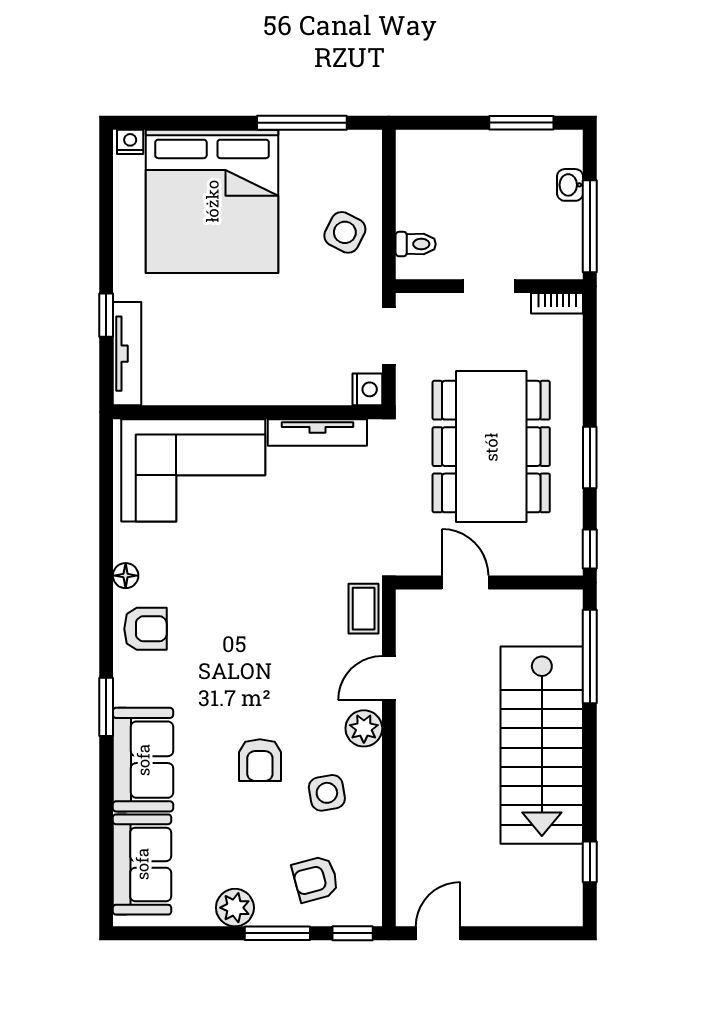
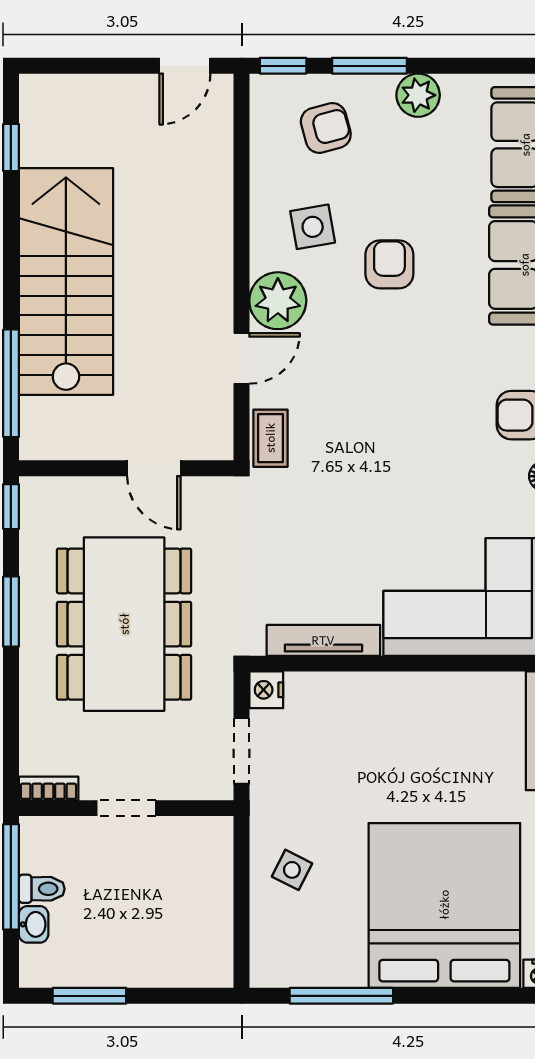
side table: (345, 232) -> (292, 870), width x0.73, depth x0.73
toilet: (416, 244) -> (42, 889), moved, turned 180
plant: (364, 728) -> (278, 301), width x1.36, depth x1.36

